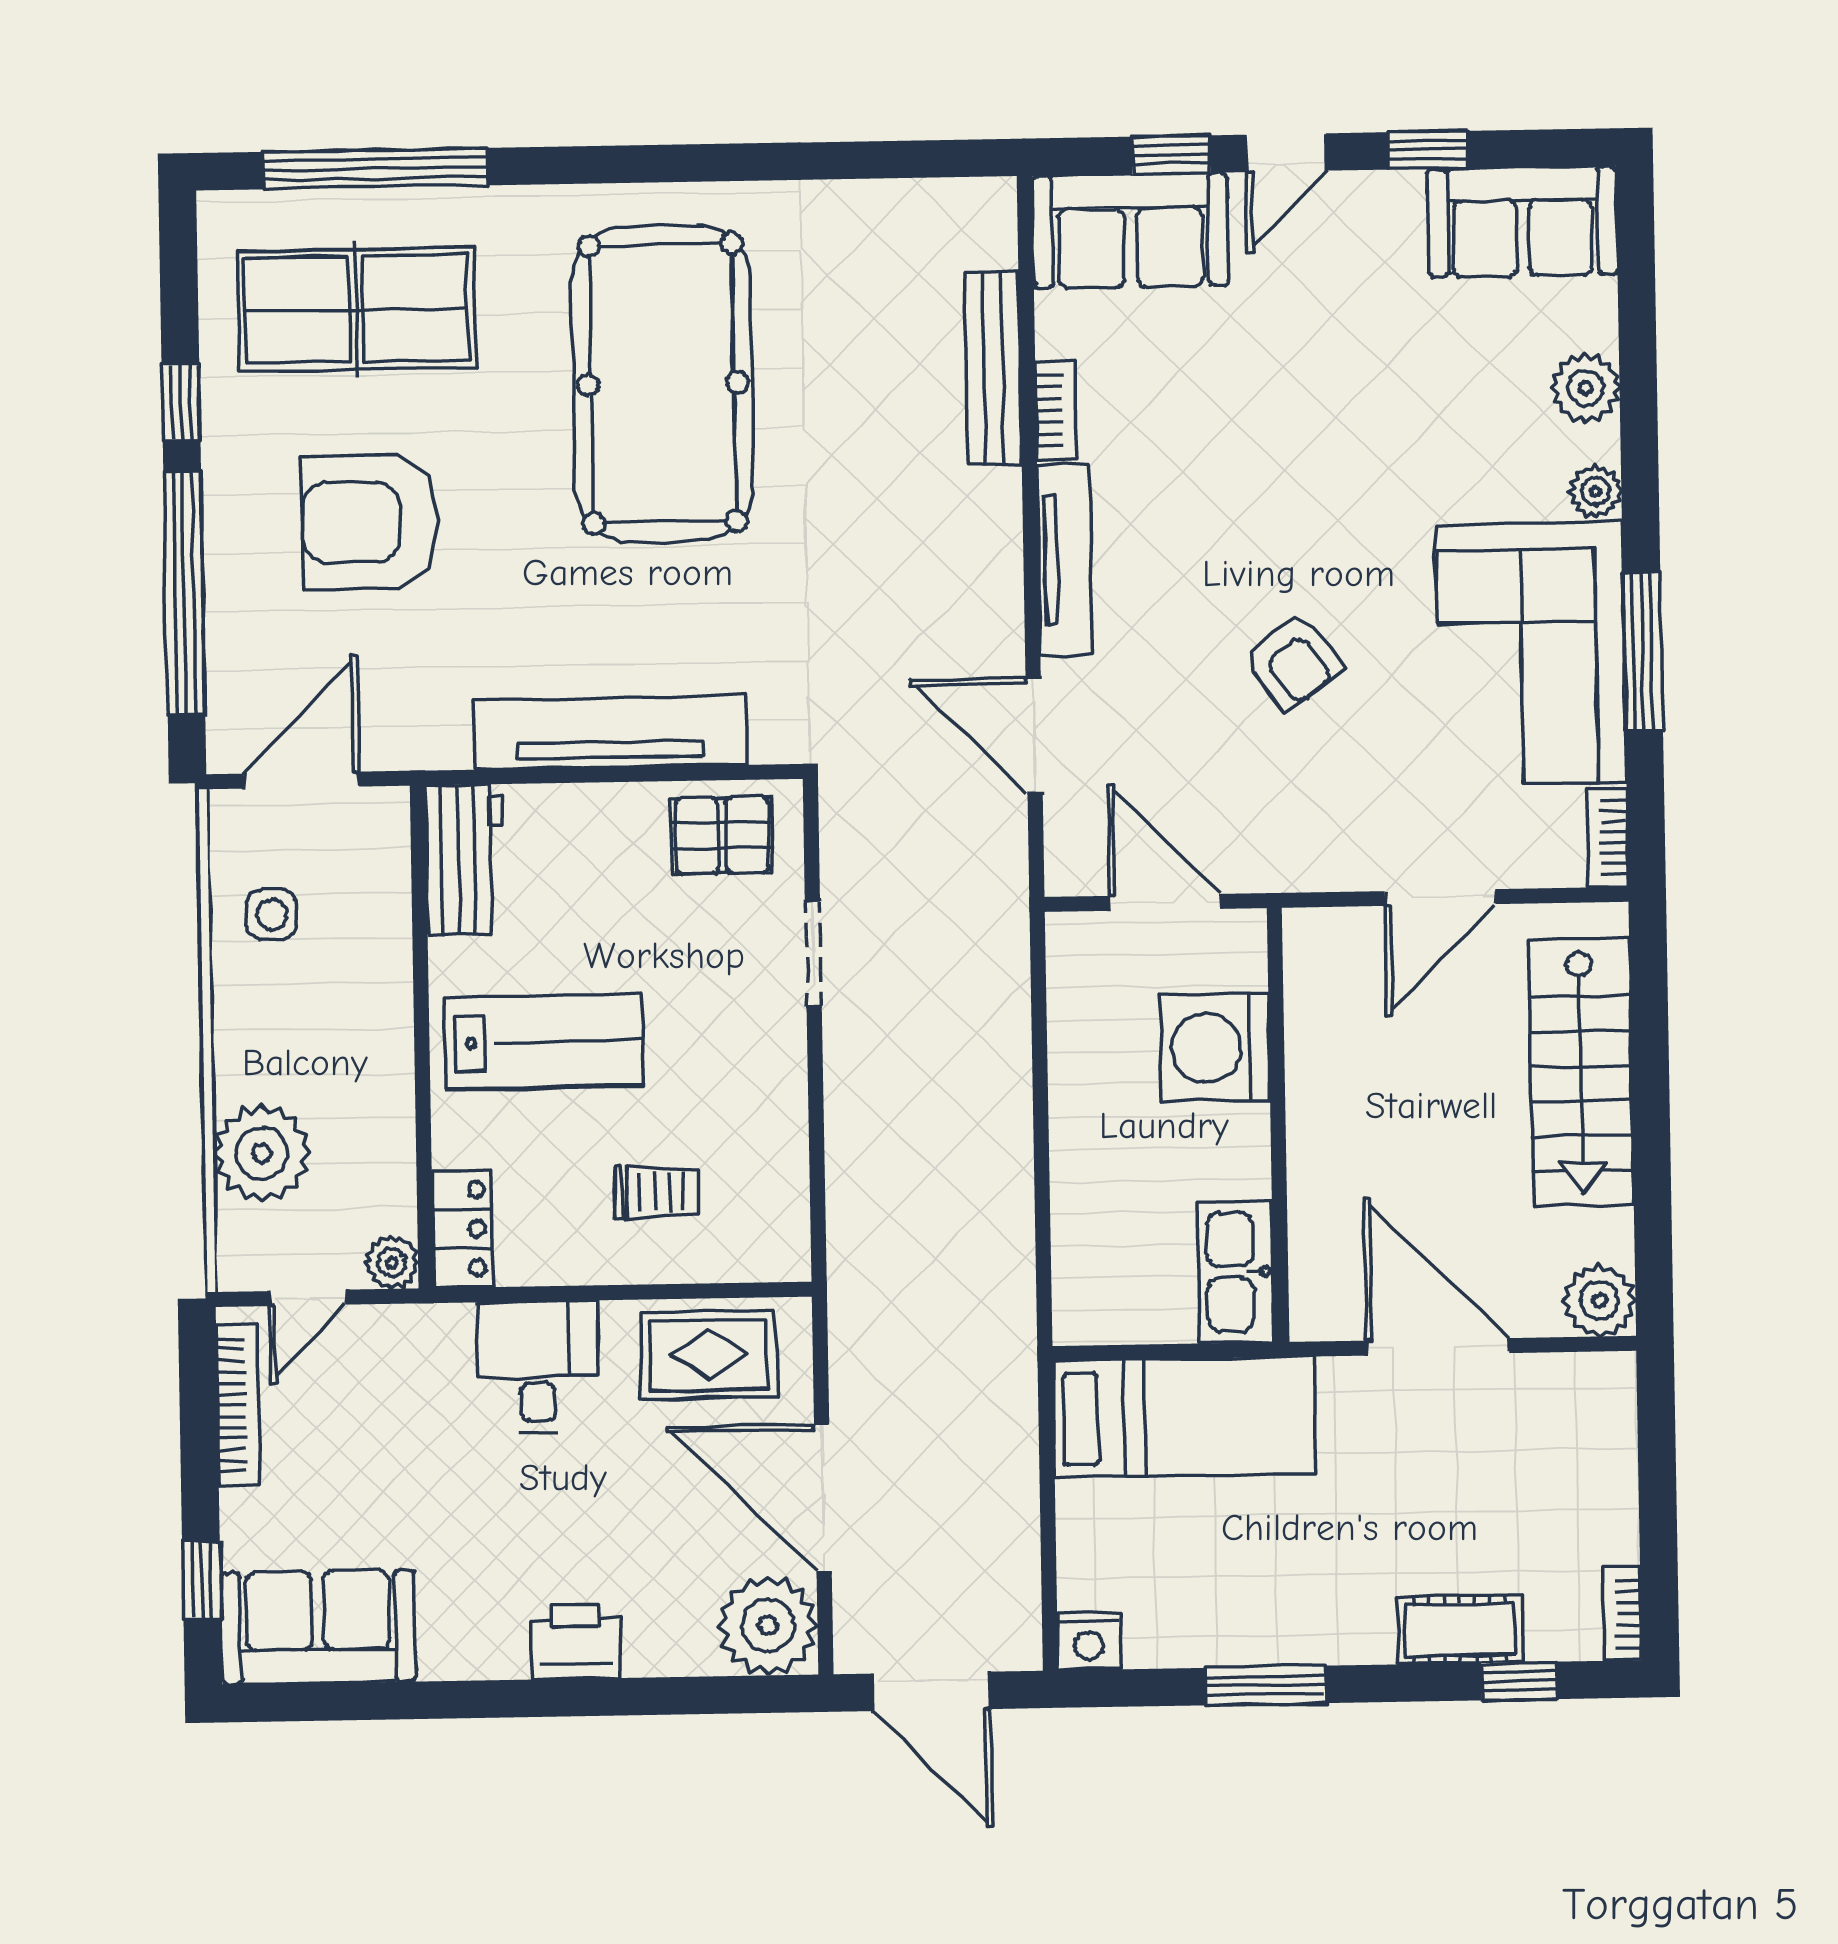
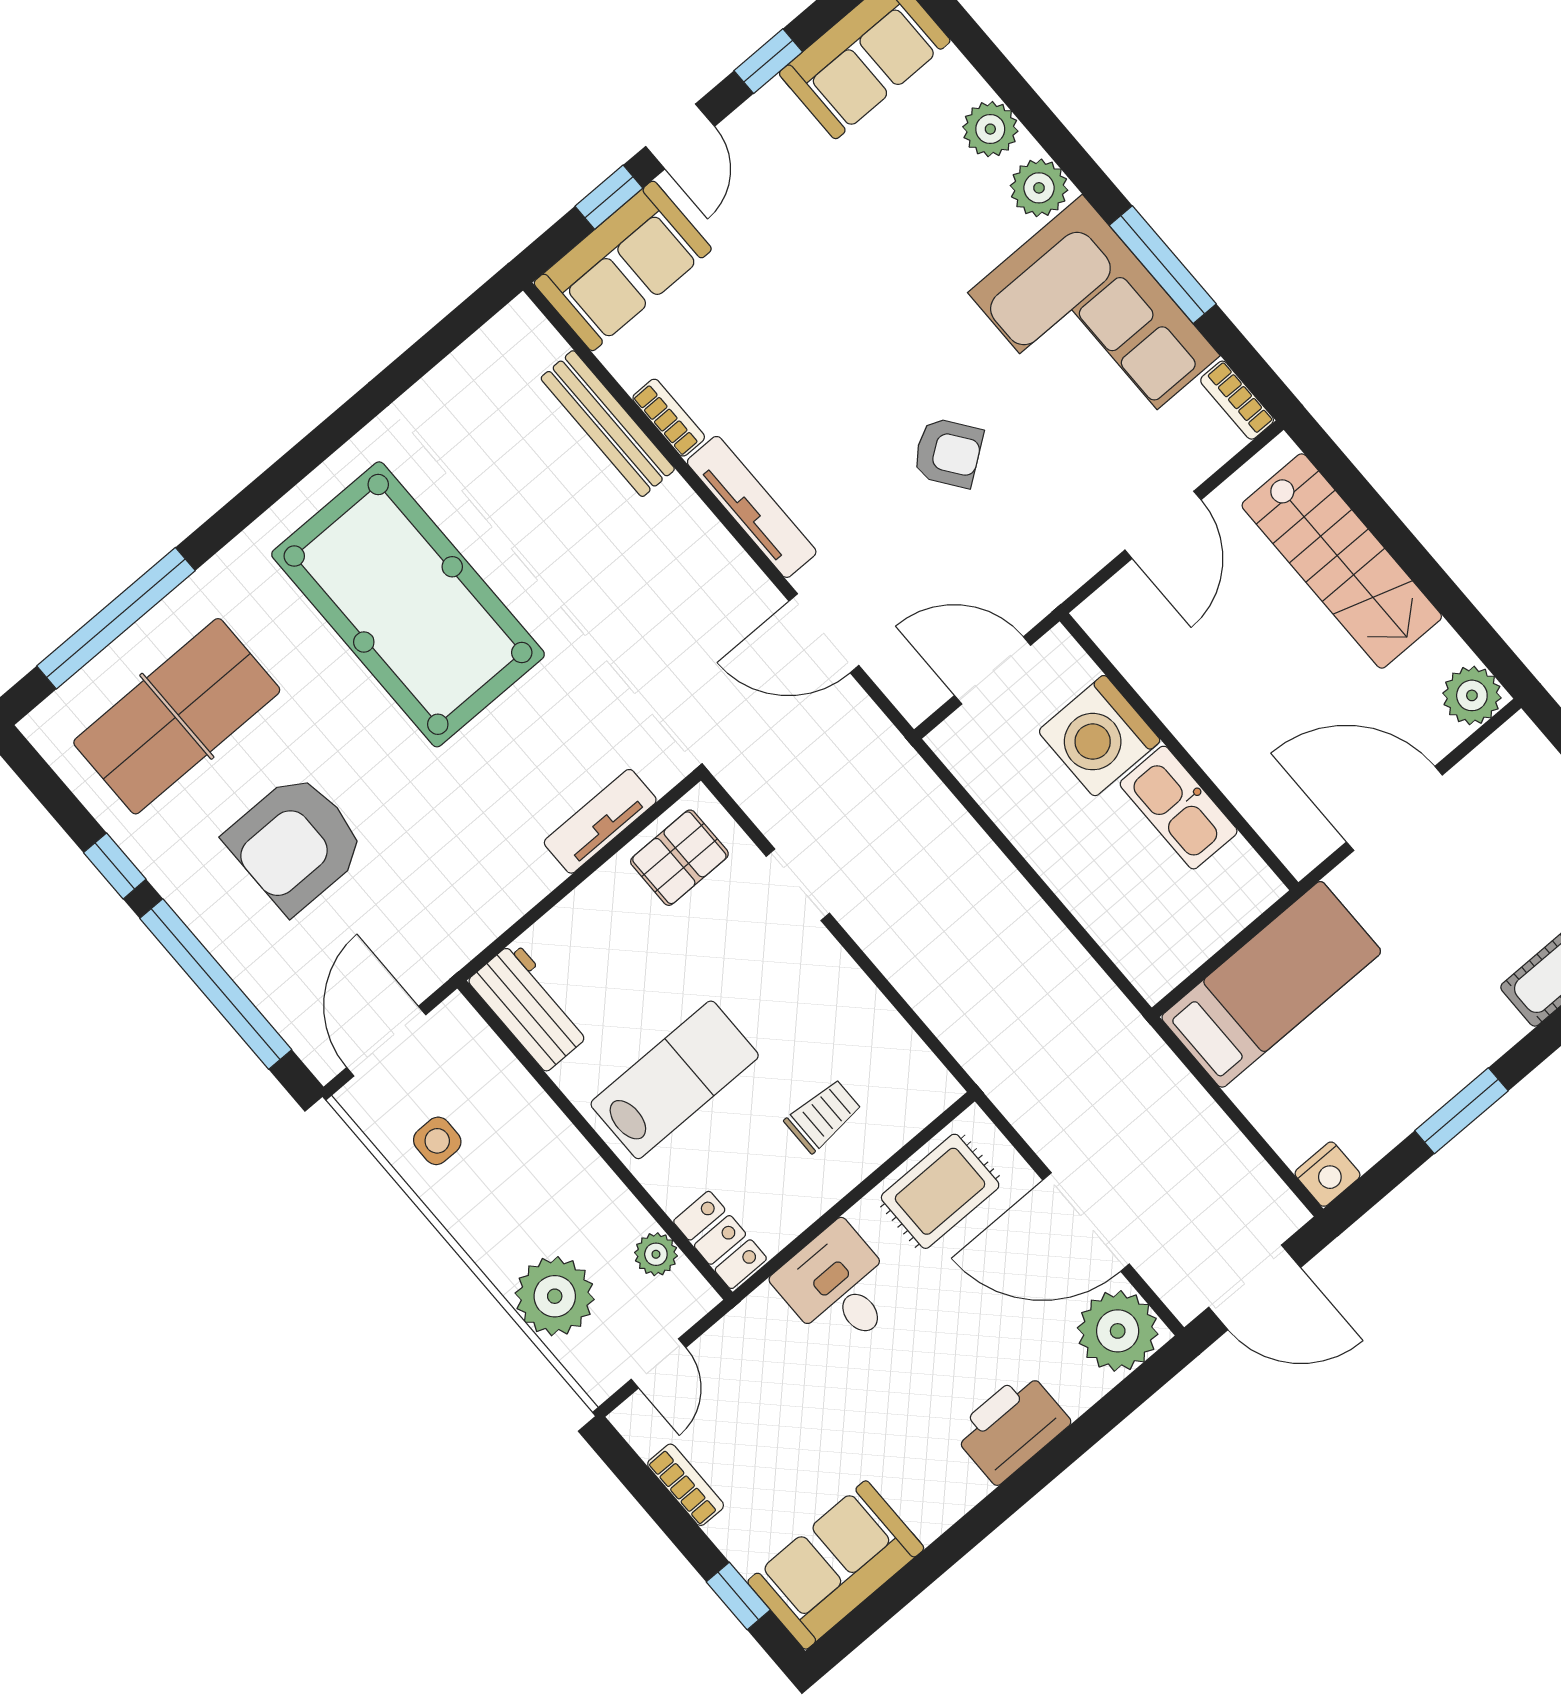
plant: (1596, 491) -> (1039, 188), width x1.38, depth x1.38
tv unit: (610, 732) -> (600, 821), width x0.52, depth x0.78
plant: (392, 1262) -> (656, 1254), moved
kitchen sink: (1236, 1272) -> (1179, 808), moved
bookcase: (238, 1405) -> (686, 1485), width x0.64
printer: (575, 1642) -> (1011, 1428), width x1.37, depth x1.19

